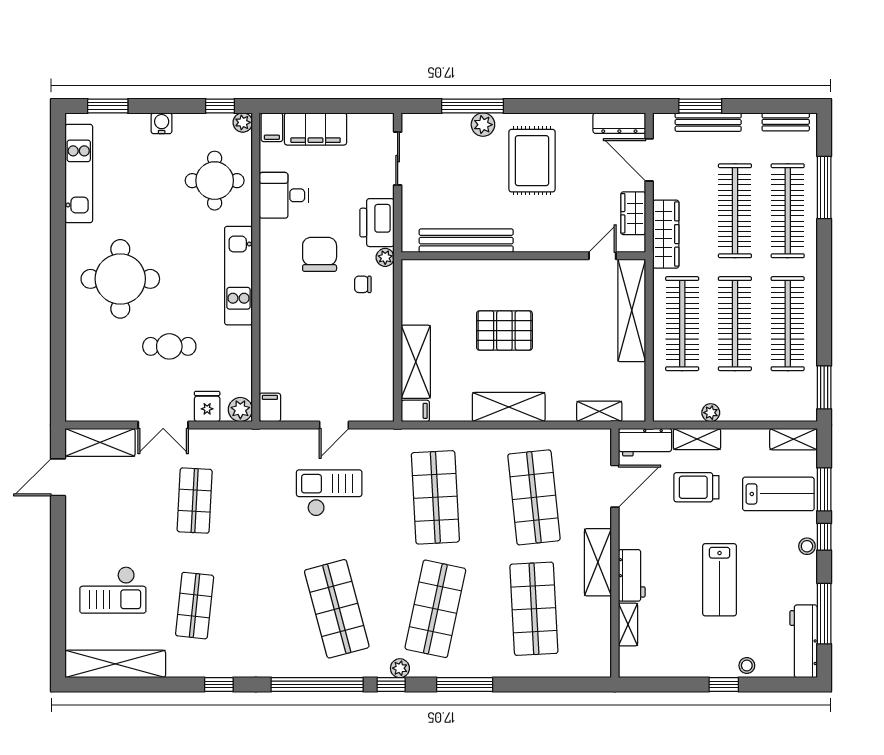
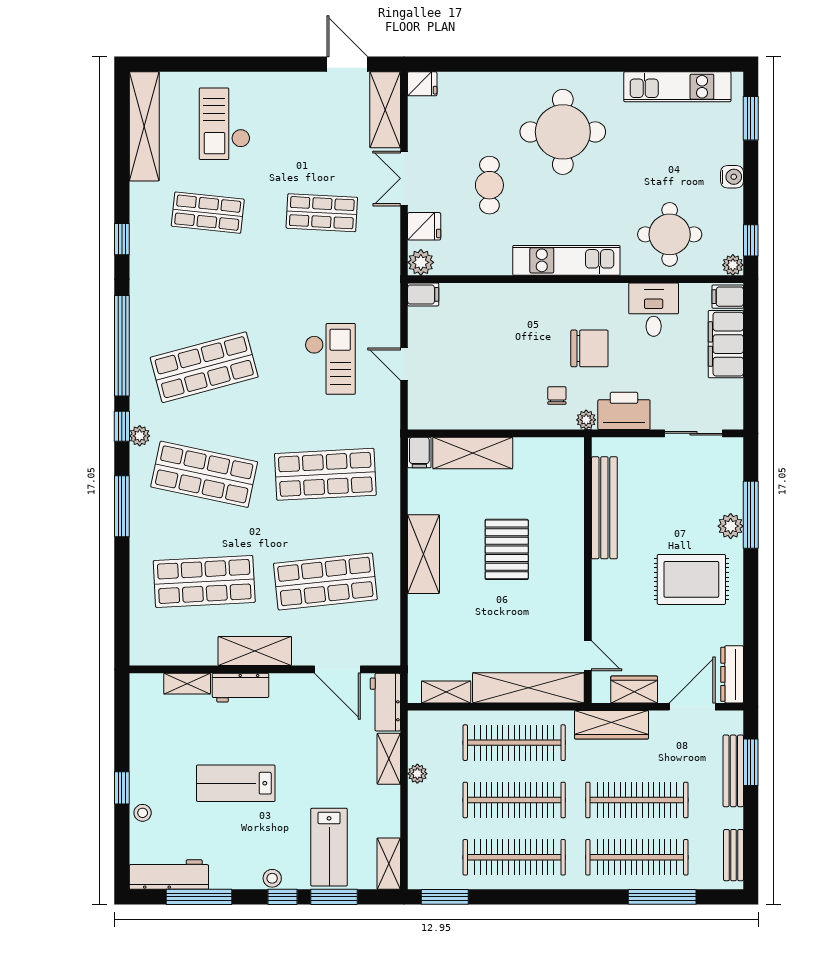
fridge: (76, 408) -> (422, 84), added
shelving: (599, 411) -> (446, 692), moved, turned 90
trolley: (696, 487) -> (336, 758), removed

